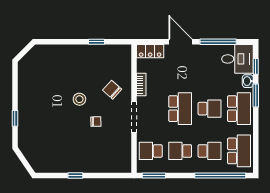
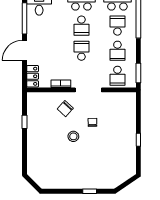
school desk: (180, 109) -> (81, 51), width x0.54
school desk: (210, 109) -> (81, 26), turned 180

